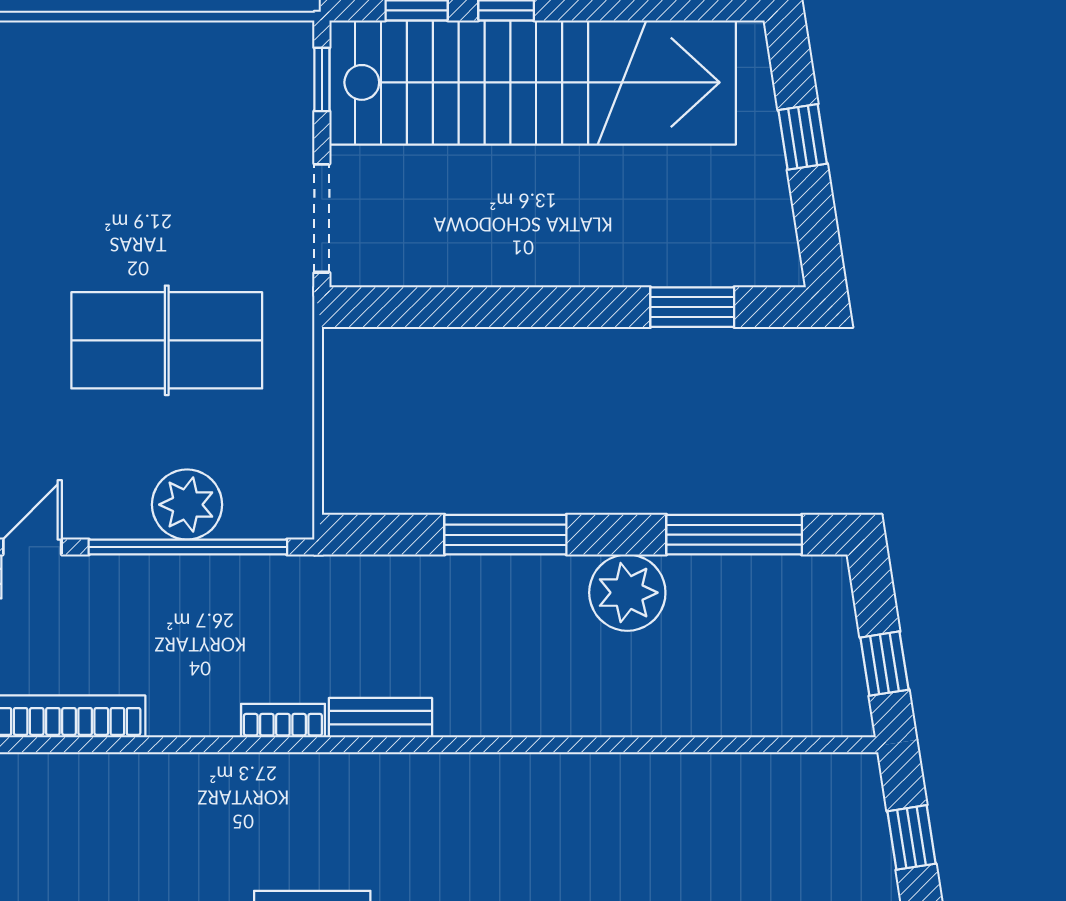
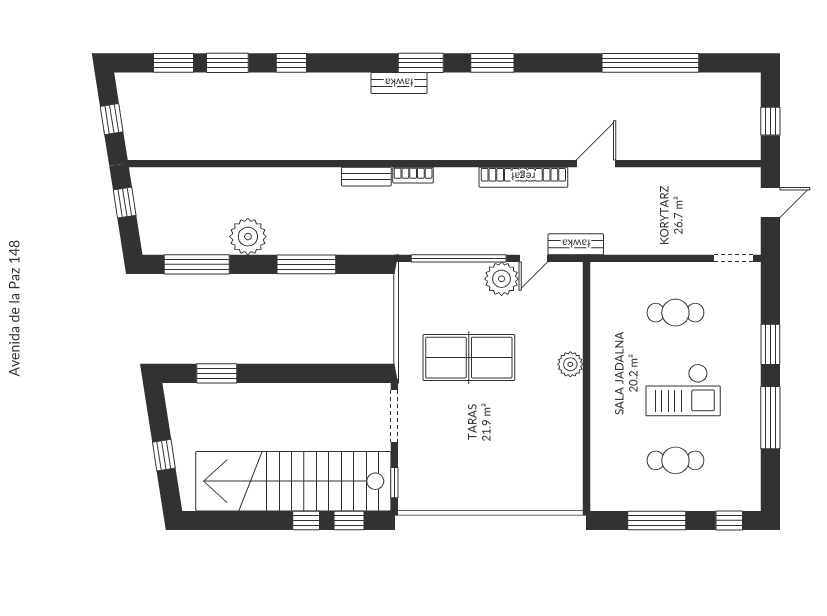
plant: (187, 505) -> (502, 279), moved

